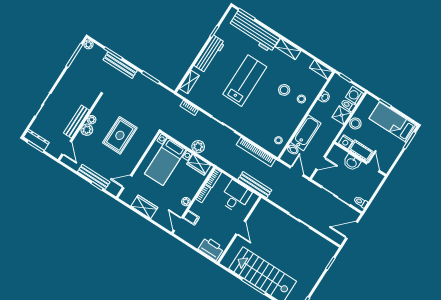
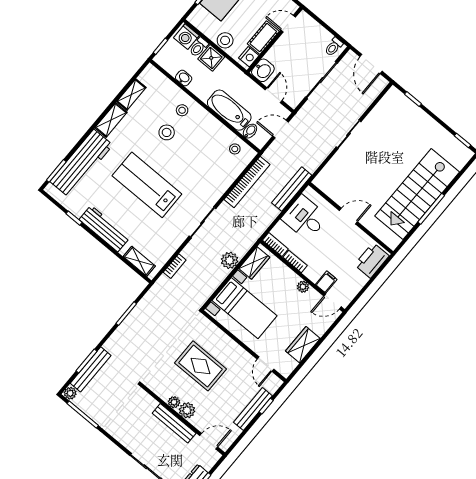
bench: (120, 65) -> (91, 369), moved
shelving: (321, 70) -> (131, 95), moved
washbasin: (352, 163) -> (263, 70), moved

